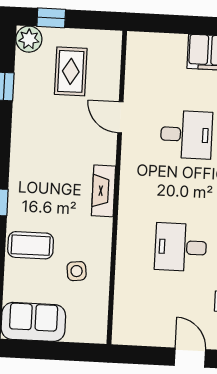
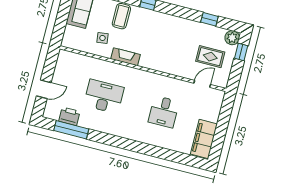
door: (120, 117) -> (202, 84), moved
fireplace: (103, 191) -> (126, 57), moved
desk: (181, 247) -> (104, 96), width x1.37

